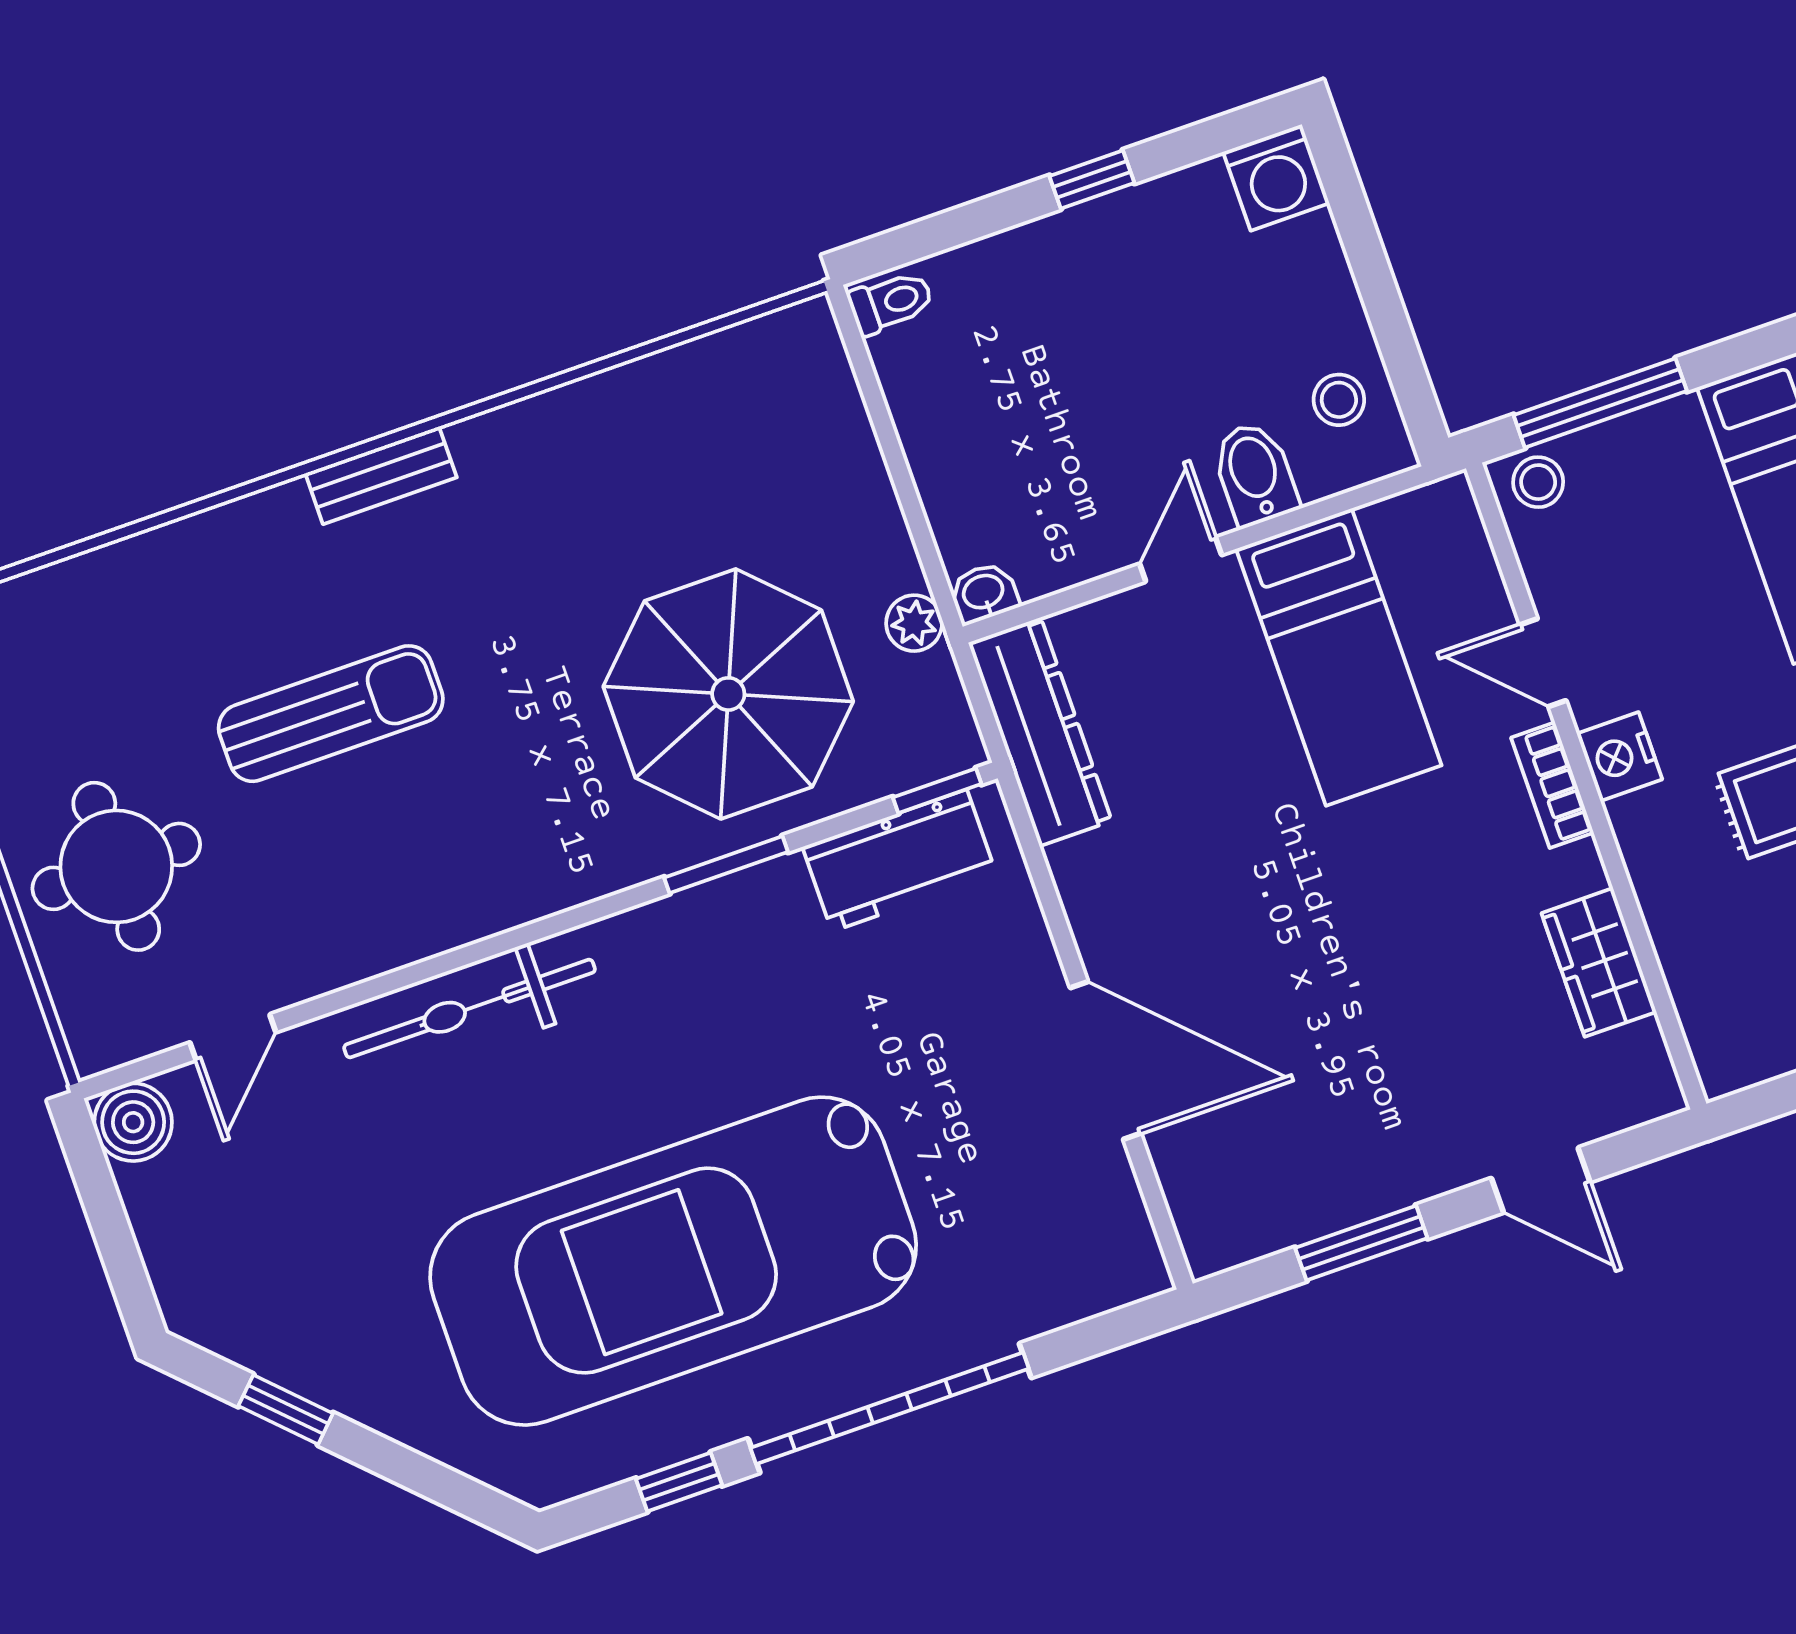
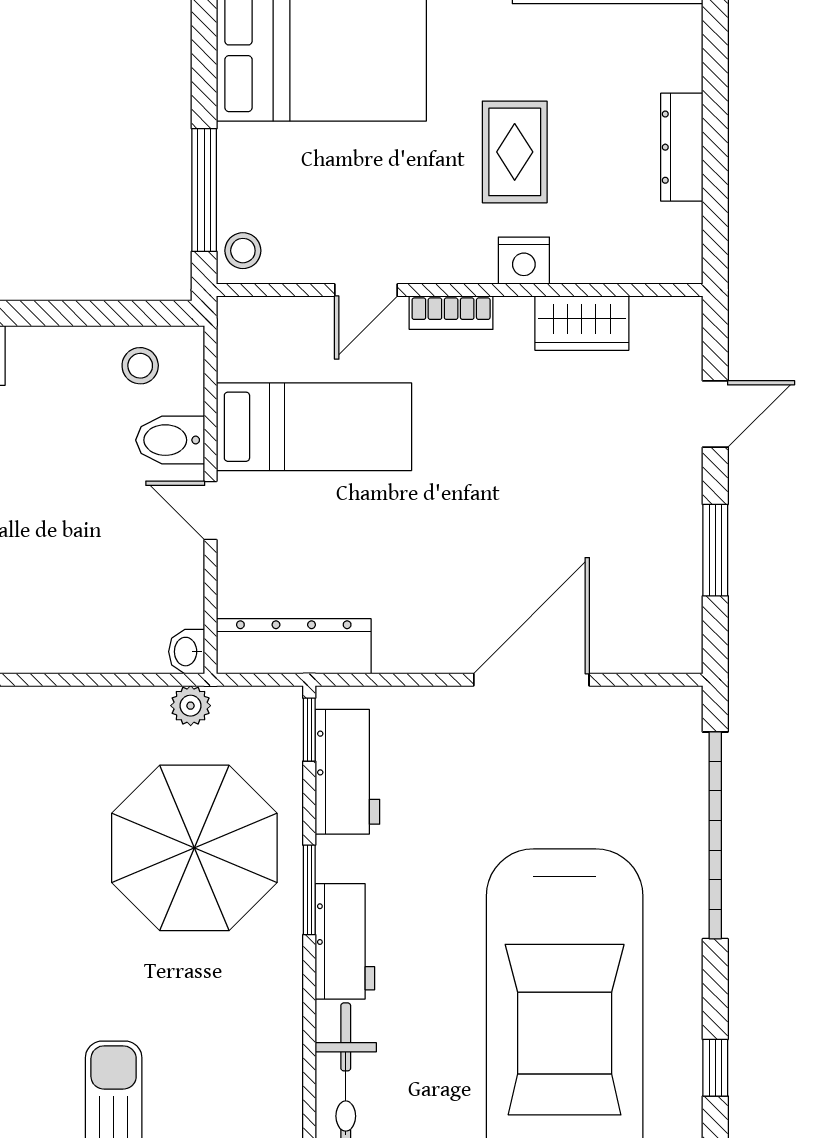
nightstand: (1619, 757) -> (524, 261), moved
workbench: (675, 935) -> (345, 941), added
garage door: (890, 1408) -> (715, 835), moved

